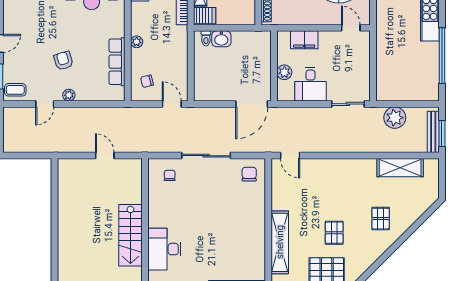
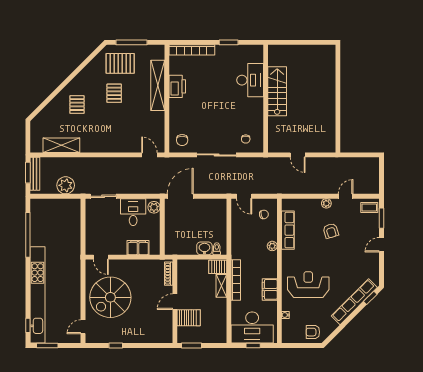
plant: (284, 72) -> (154, 207), moved
printer: (255, 241) -> (177, 86), added

